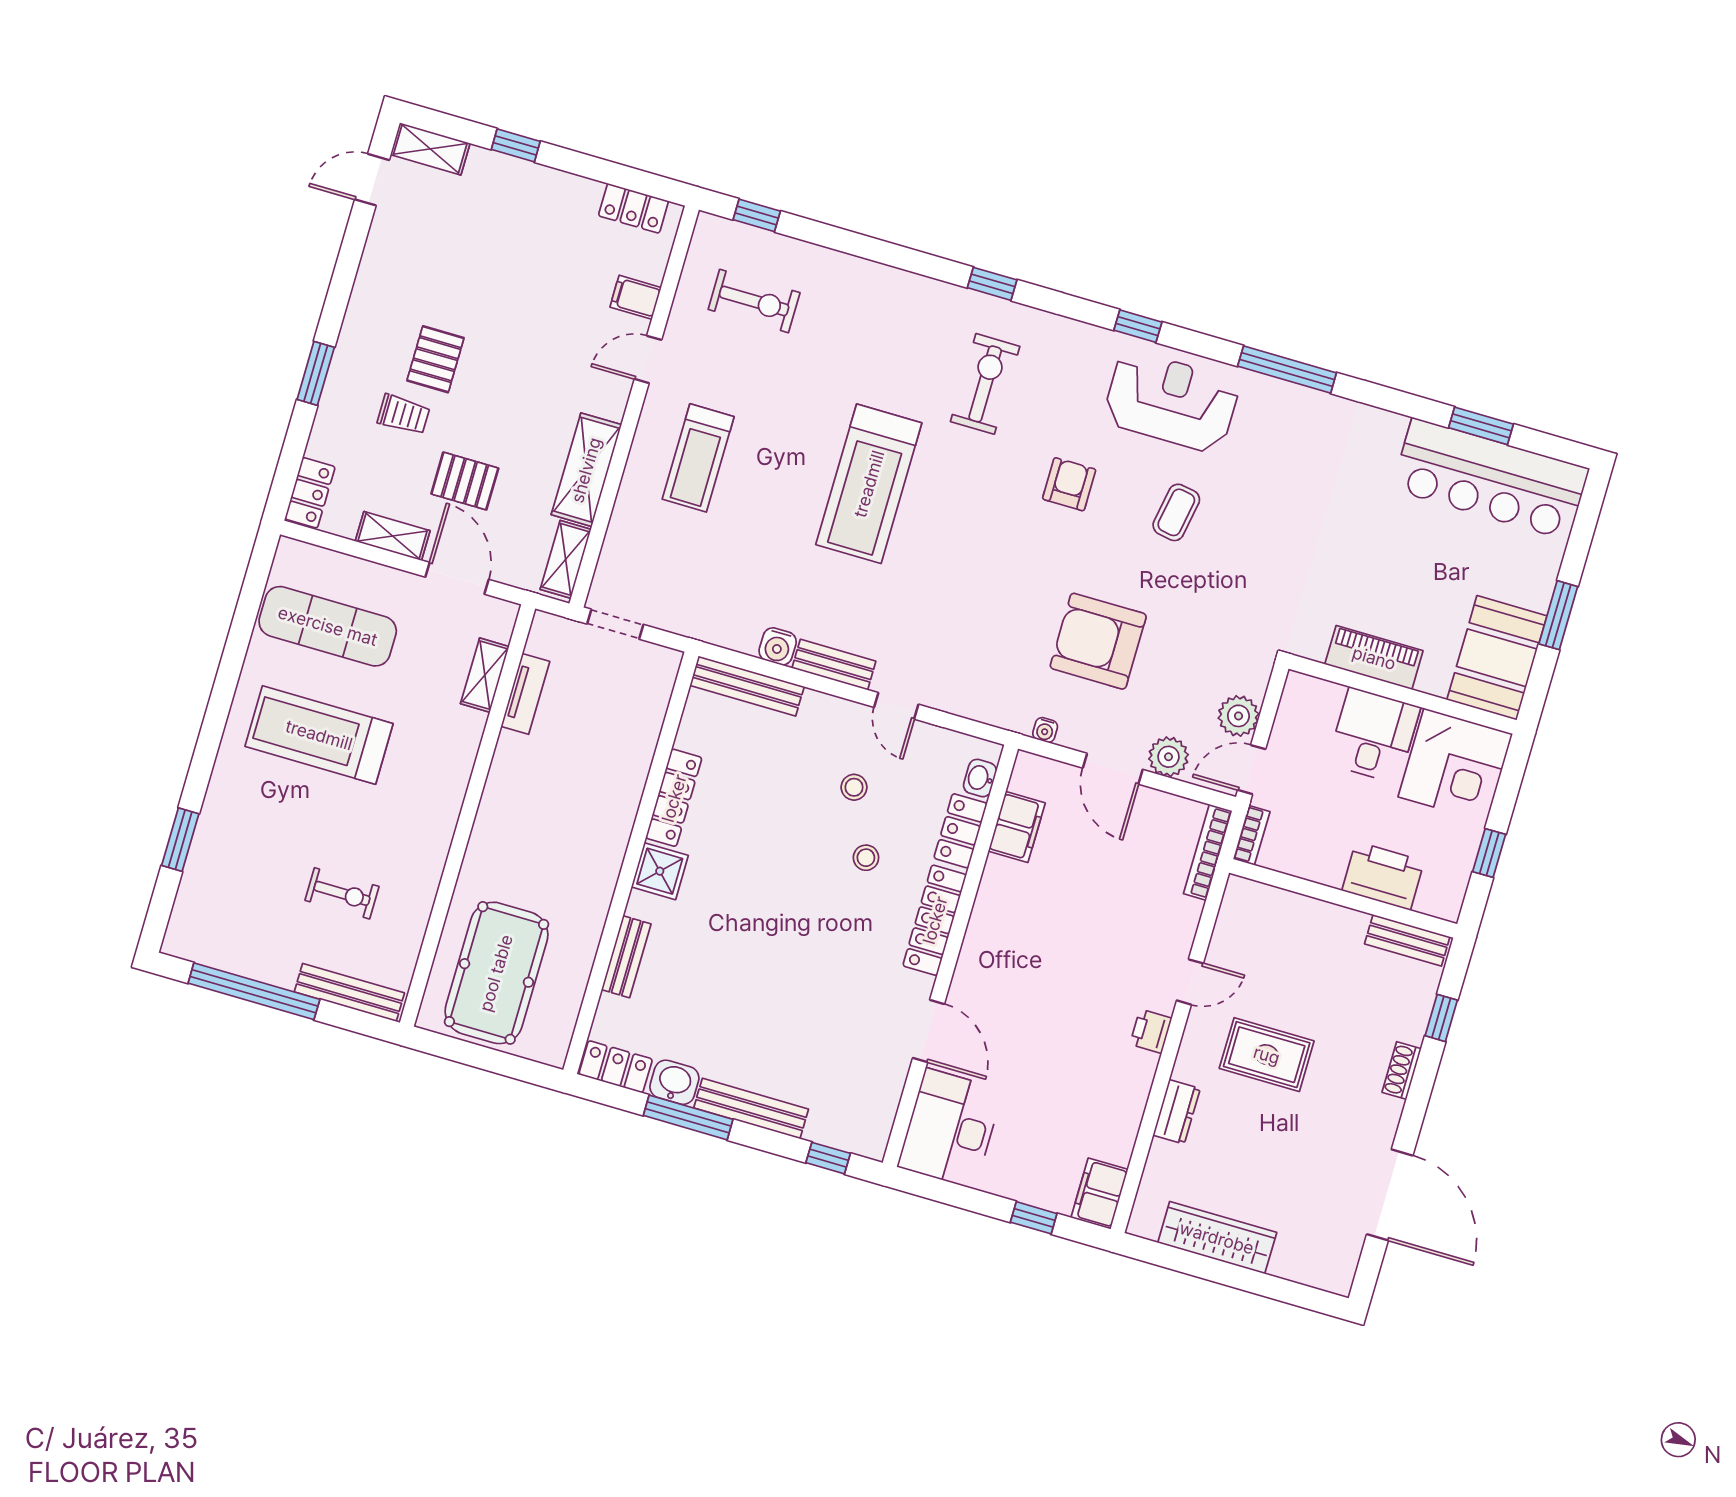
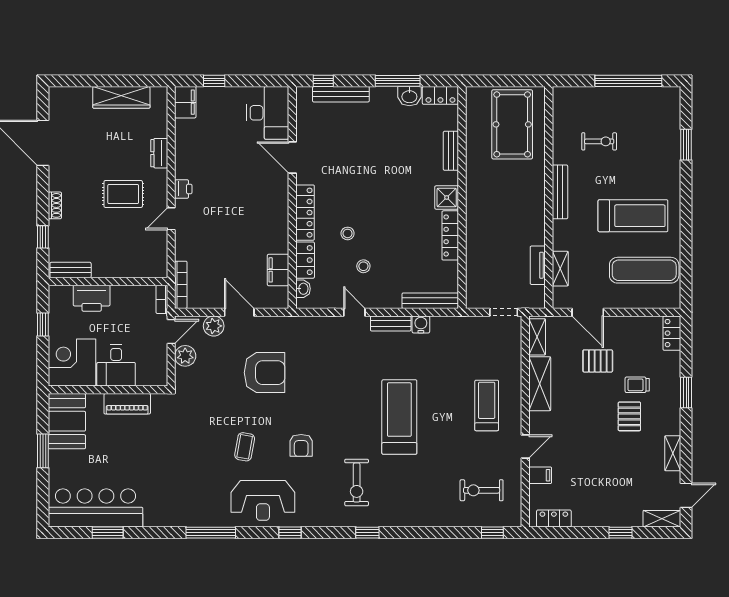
shelving: (393, 536) -> (673, 453), moved, turned 90
water cooler: (1045, 730) -> (278, 322), removed
exercise bike: (342, 893) -> (599, 141), turned 180
bench: (349, 992) -> (560, 192), moved, turned 90
bench: (751, 1109) -> (341, 94), moved

